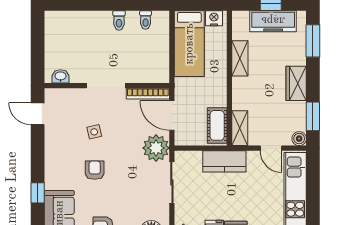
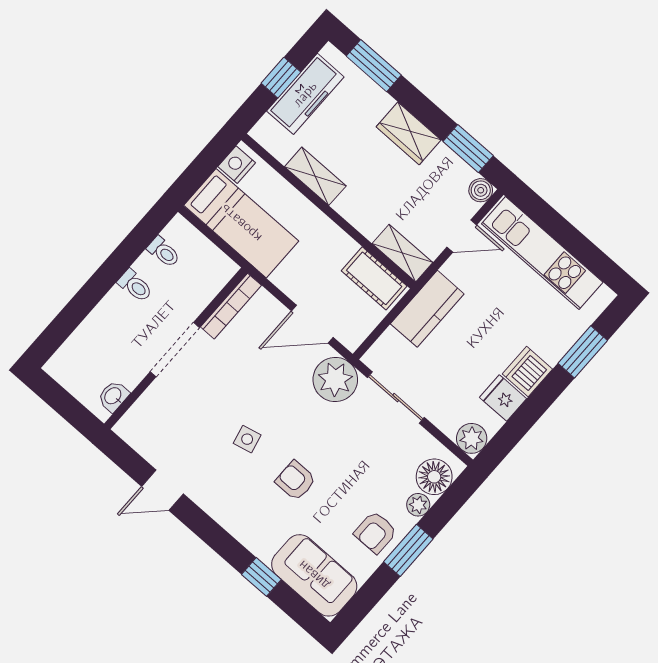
washbasin: (61, 76) -> (113, 396), moved
doorway: (106, 86) -> (175, 350), moved
wall: (107, 86) -> (176, 348), moved
bookcase: (148, 94) -> (231, 306), moved

